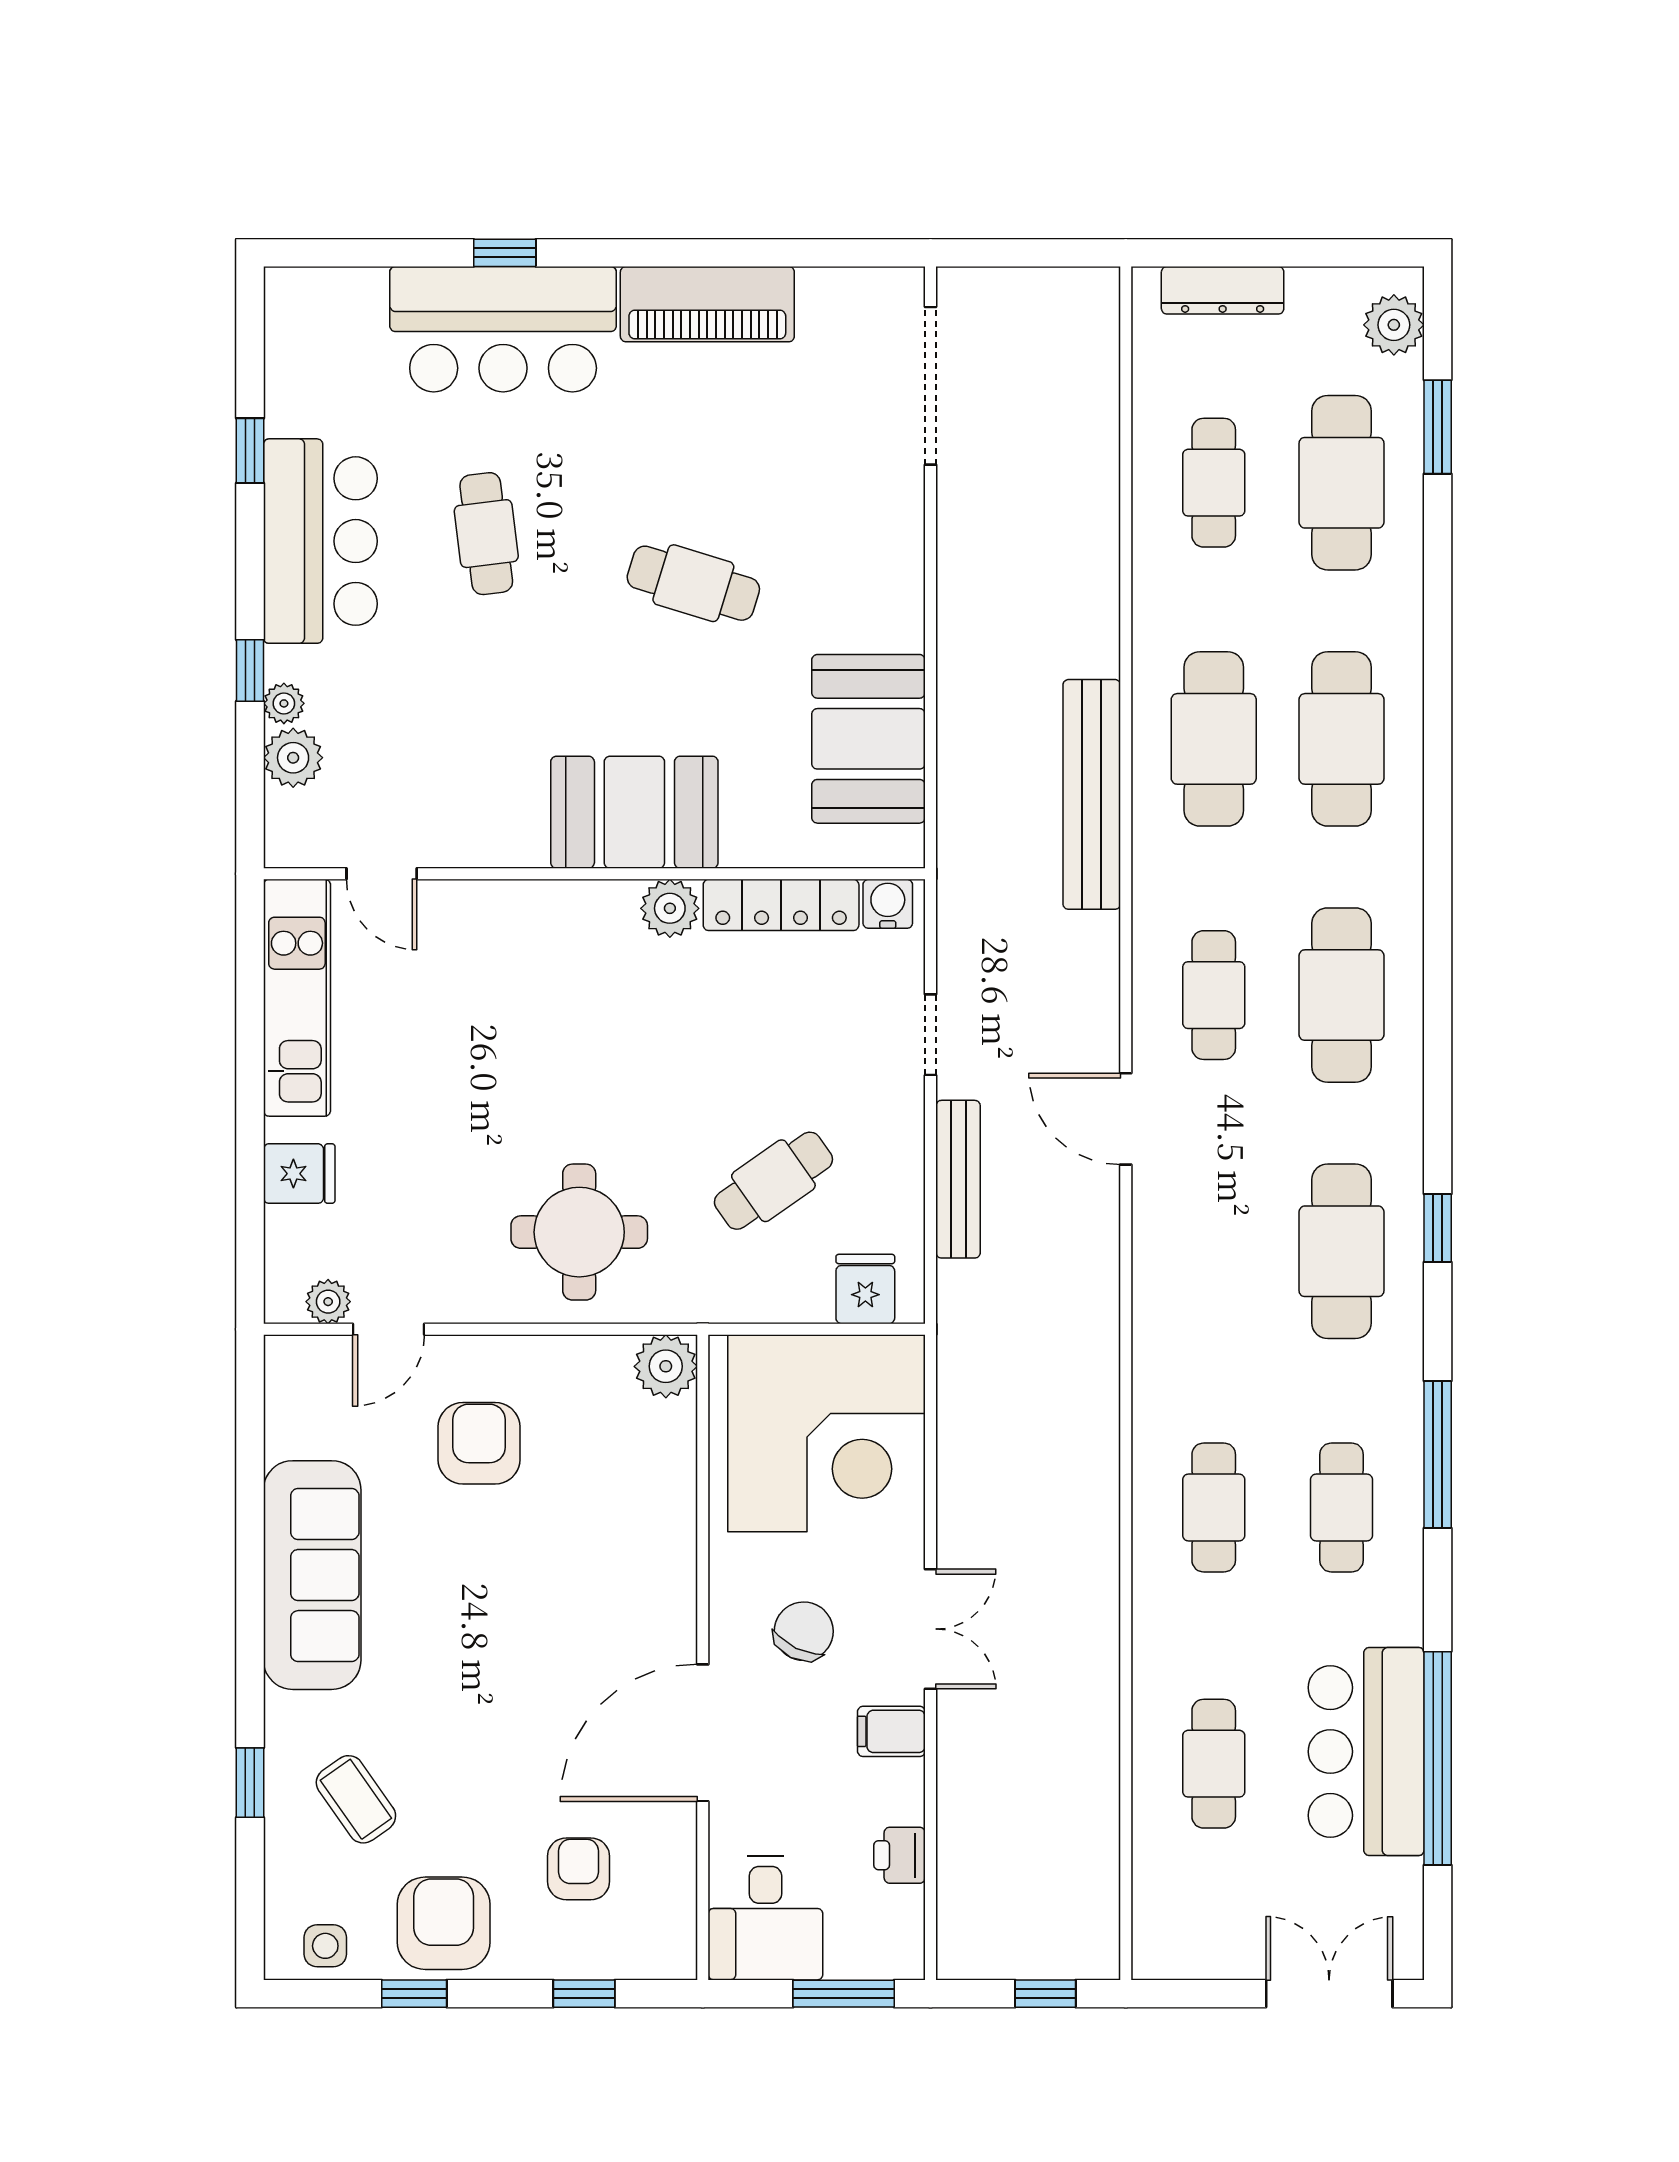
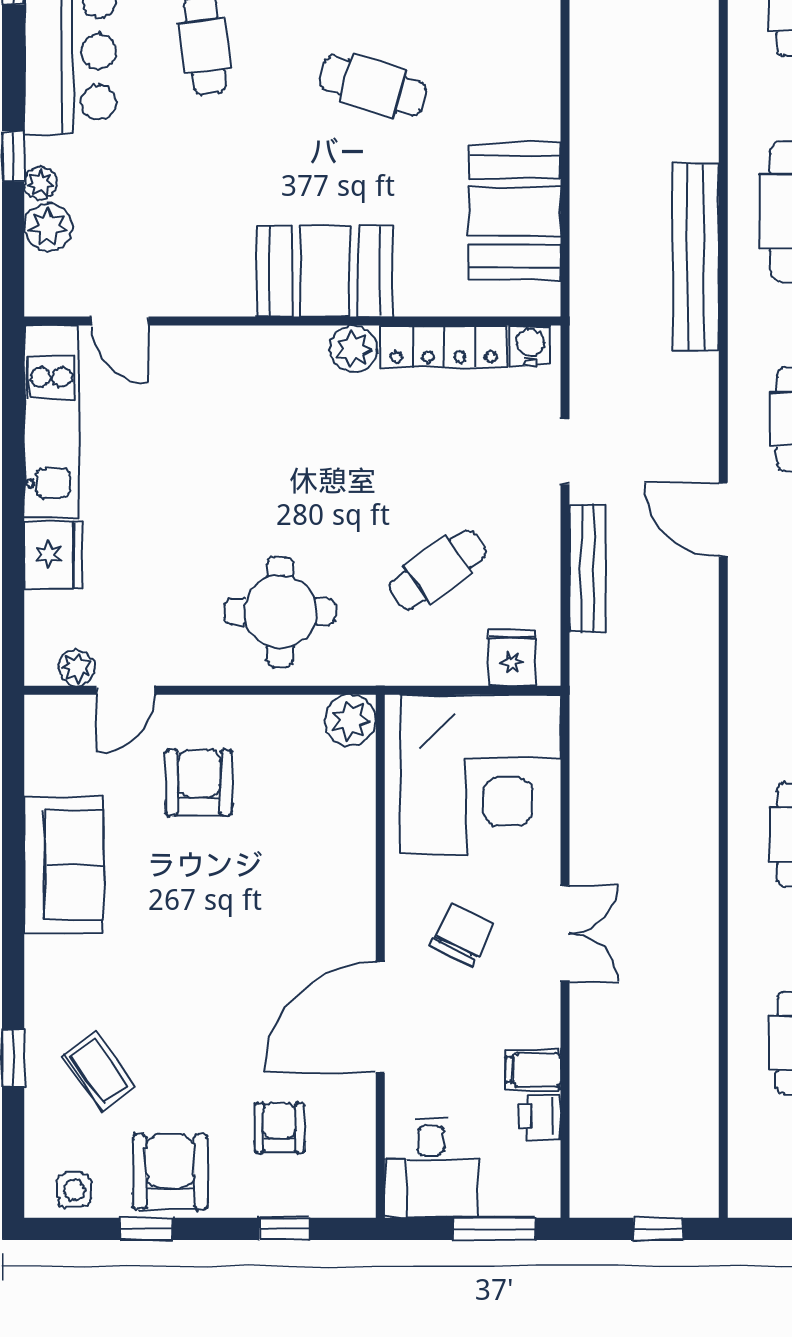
fridge: (299, 1174) -> (53, 555), width x1.38
sofa: (312, 1575) -> (64, 865), width x0.73
filing cabinet: (891, 1731) -> (533, 1070), moved

